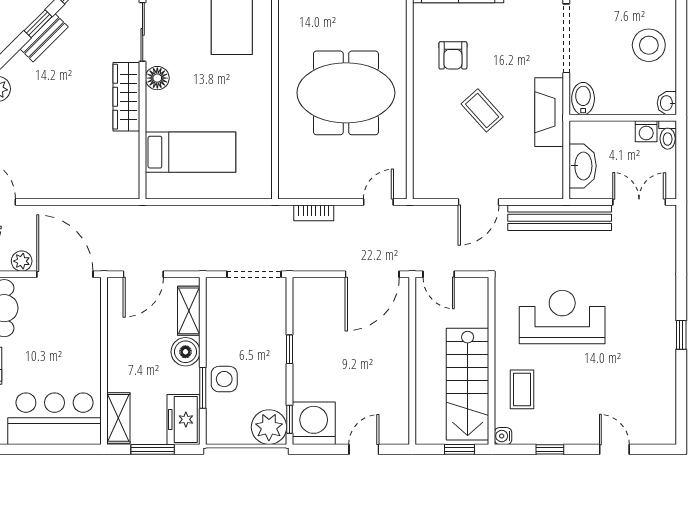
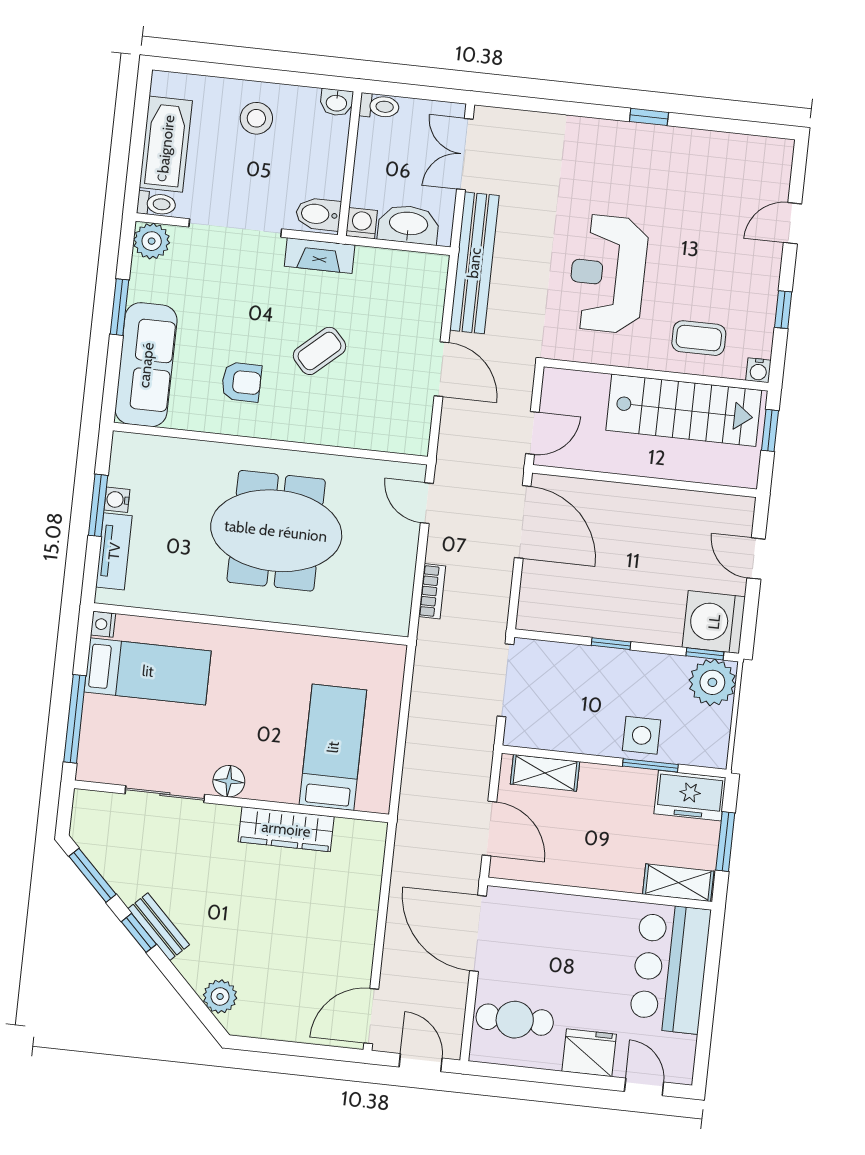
stool: (649, 45) -> (256, 118), width x0.73, depth x0.73
meeting table: (346, 93) -> (276, 531), turned 90
wardrobe: (126, 97) -> (286, 829), moved
fireplace: (549, 112) -> (320, 256), width x0.73, depth x0.76
washing machine: (646, 131) -> (362, 223), moved, turned -90
plant: (22, 261) -> (454, 989), removed
door: (65, 274) -> (478, 933), hinge flipped
boiler: (185, 352) -> (599, 783), removed

